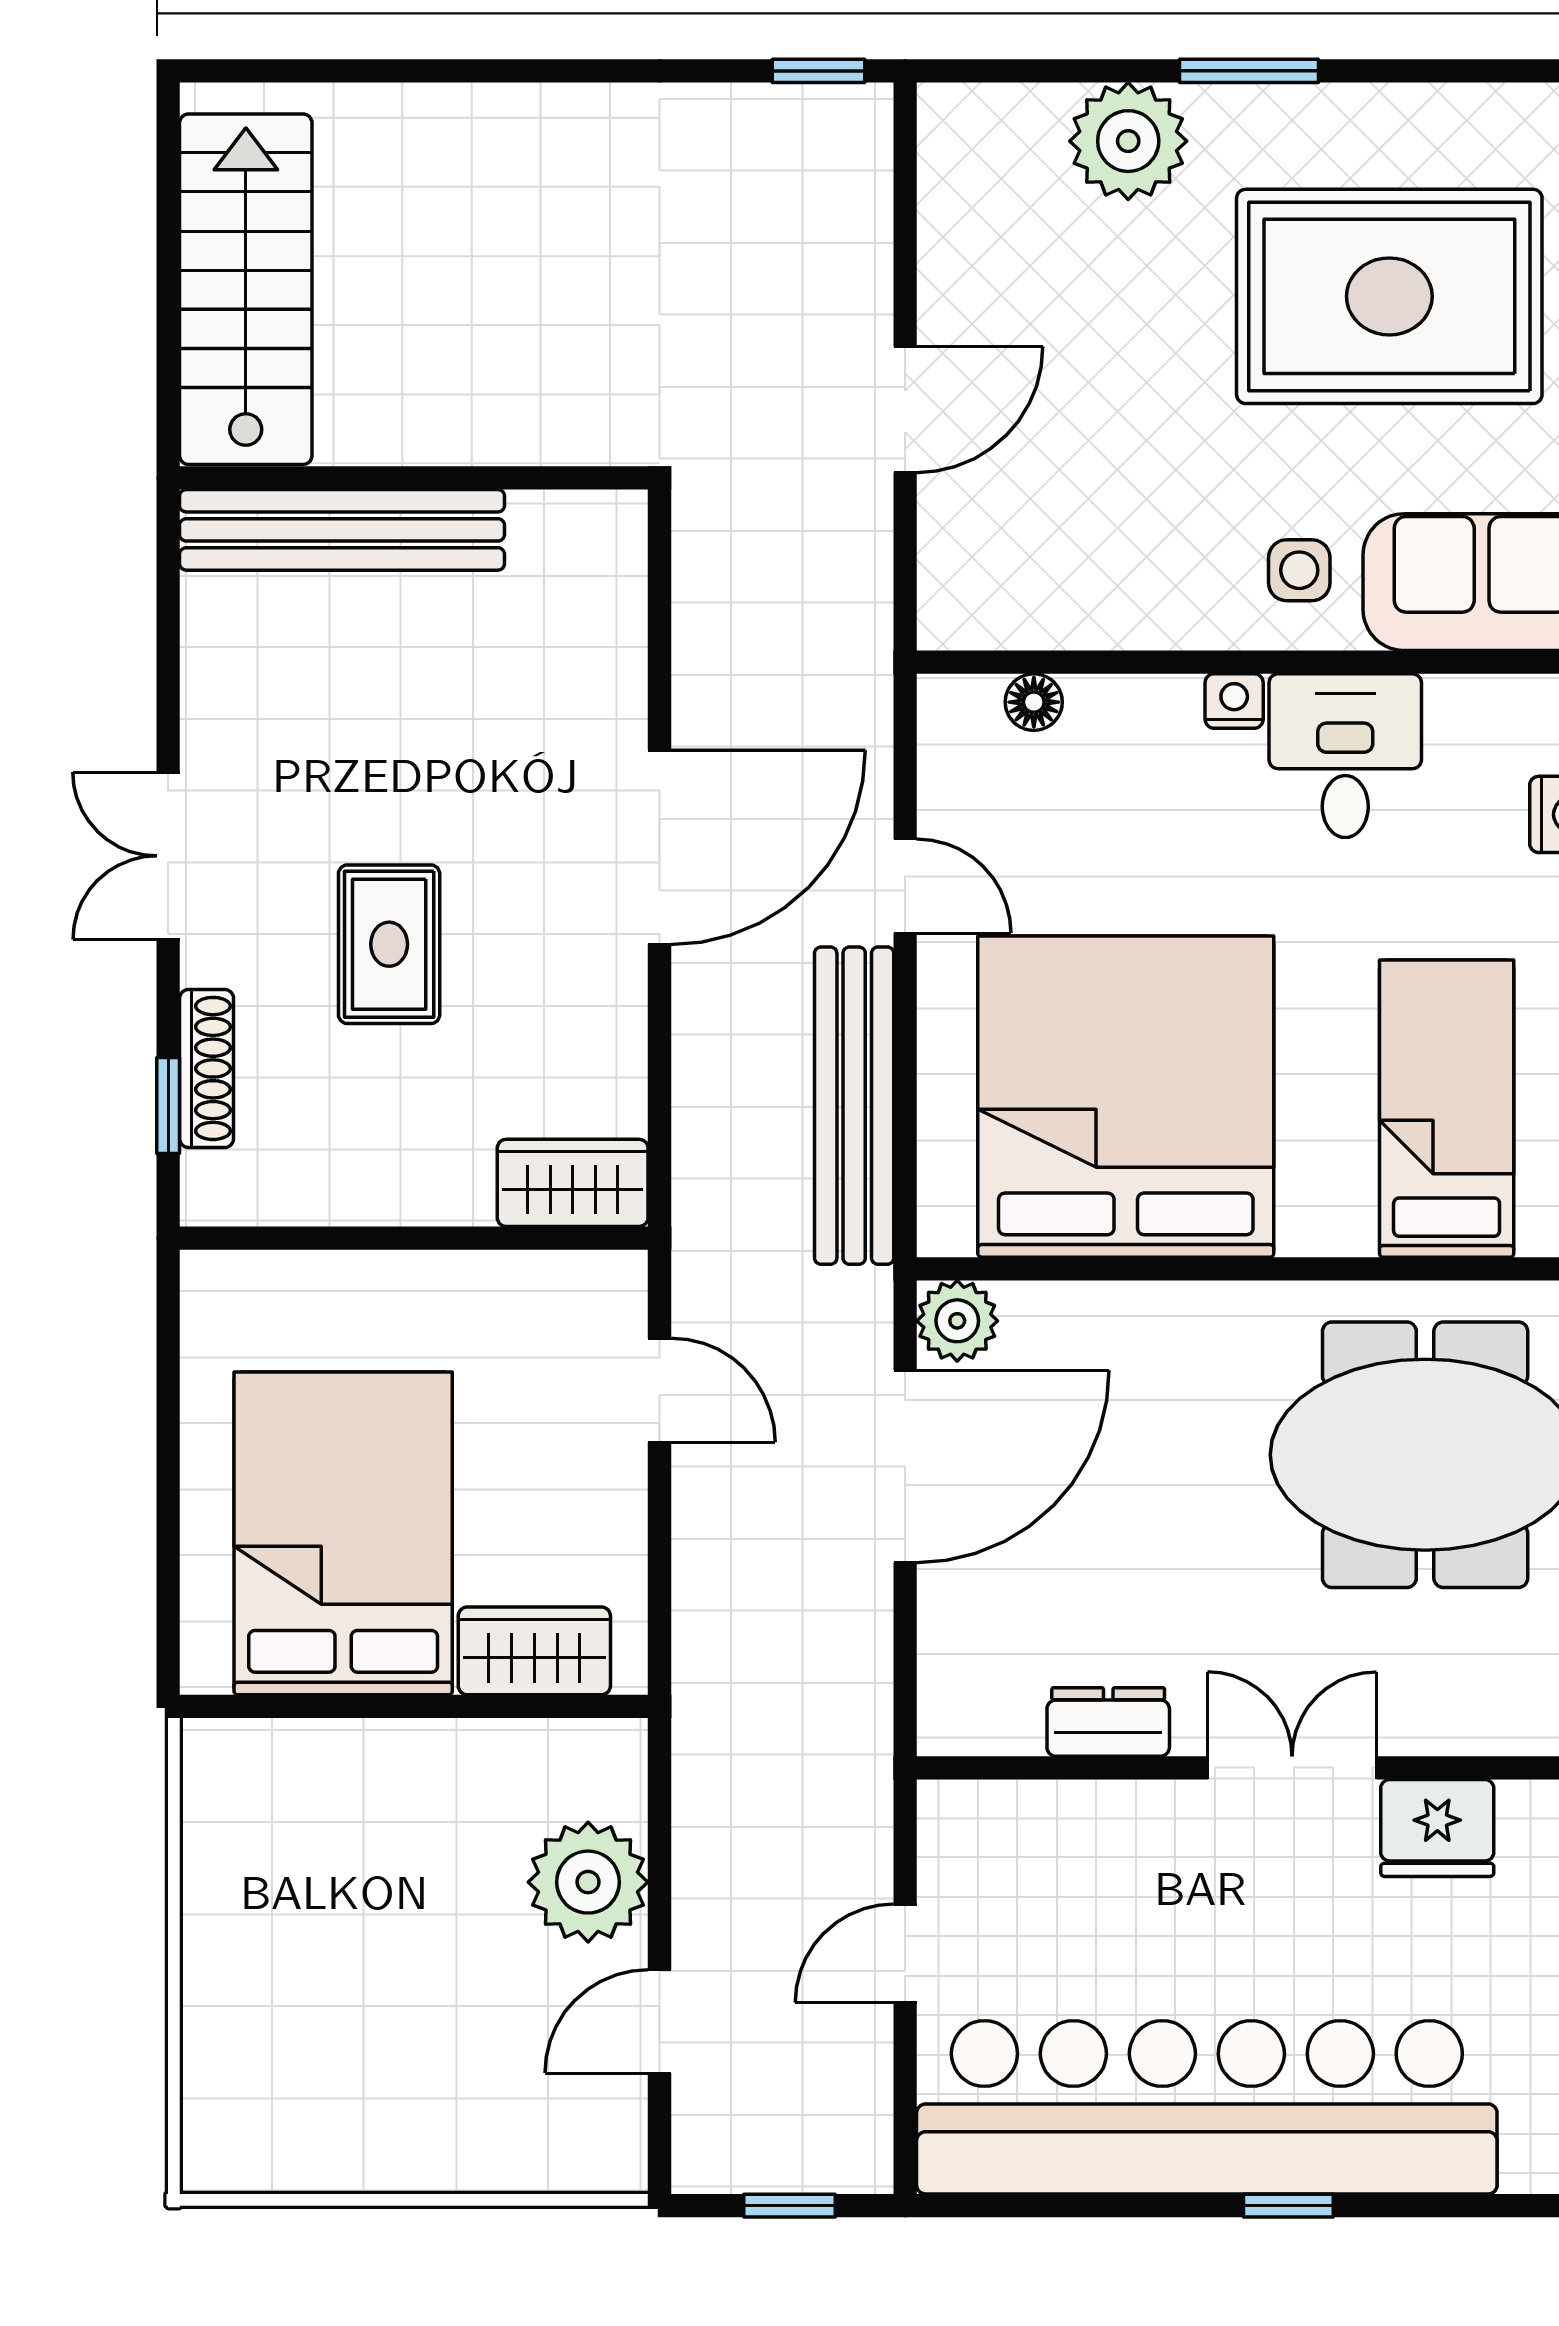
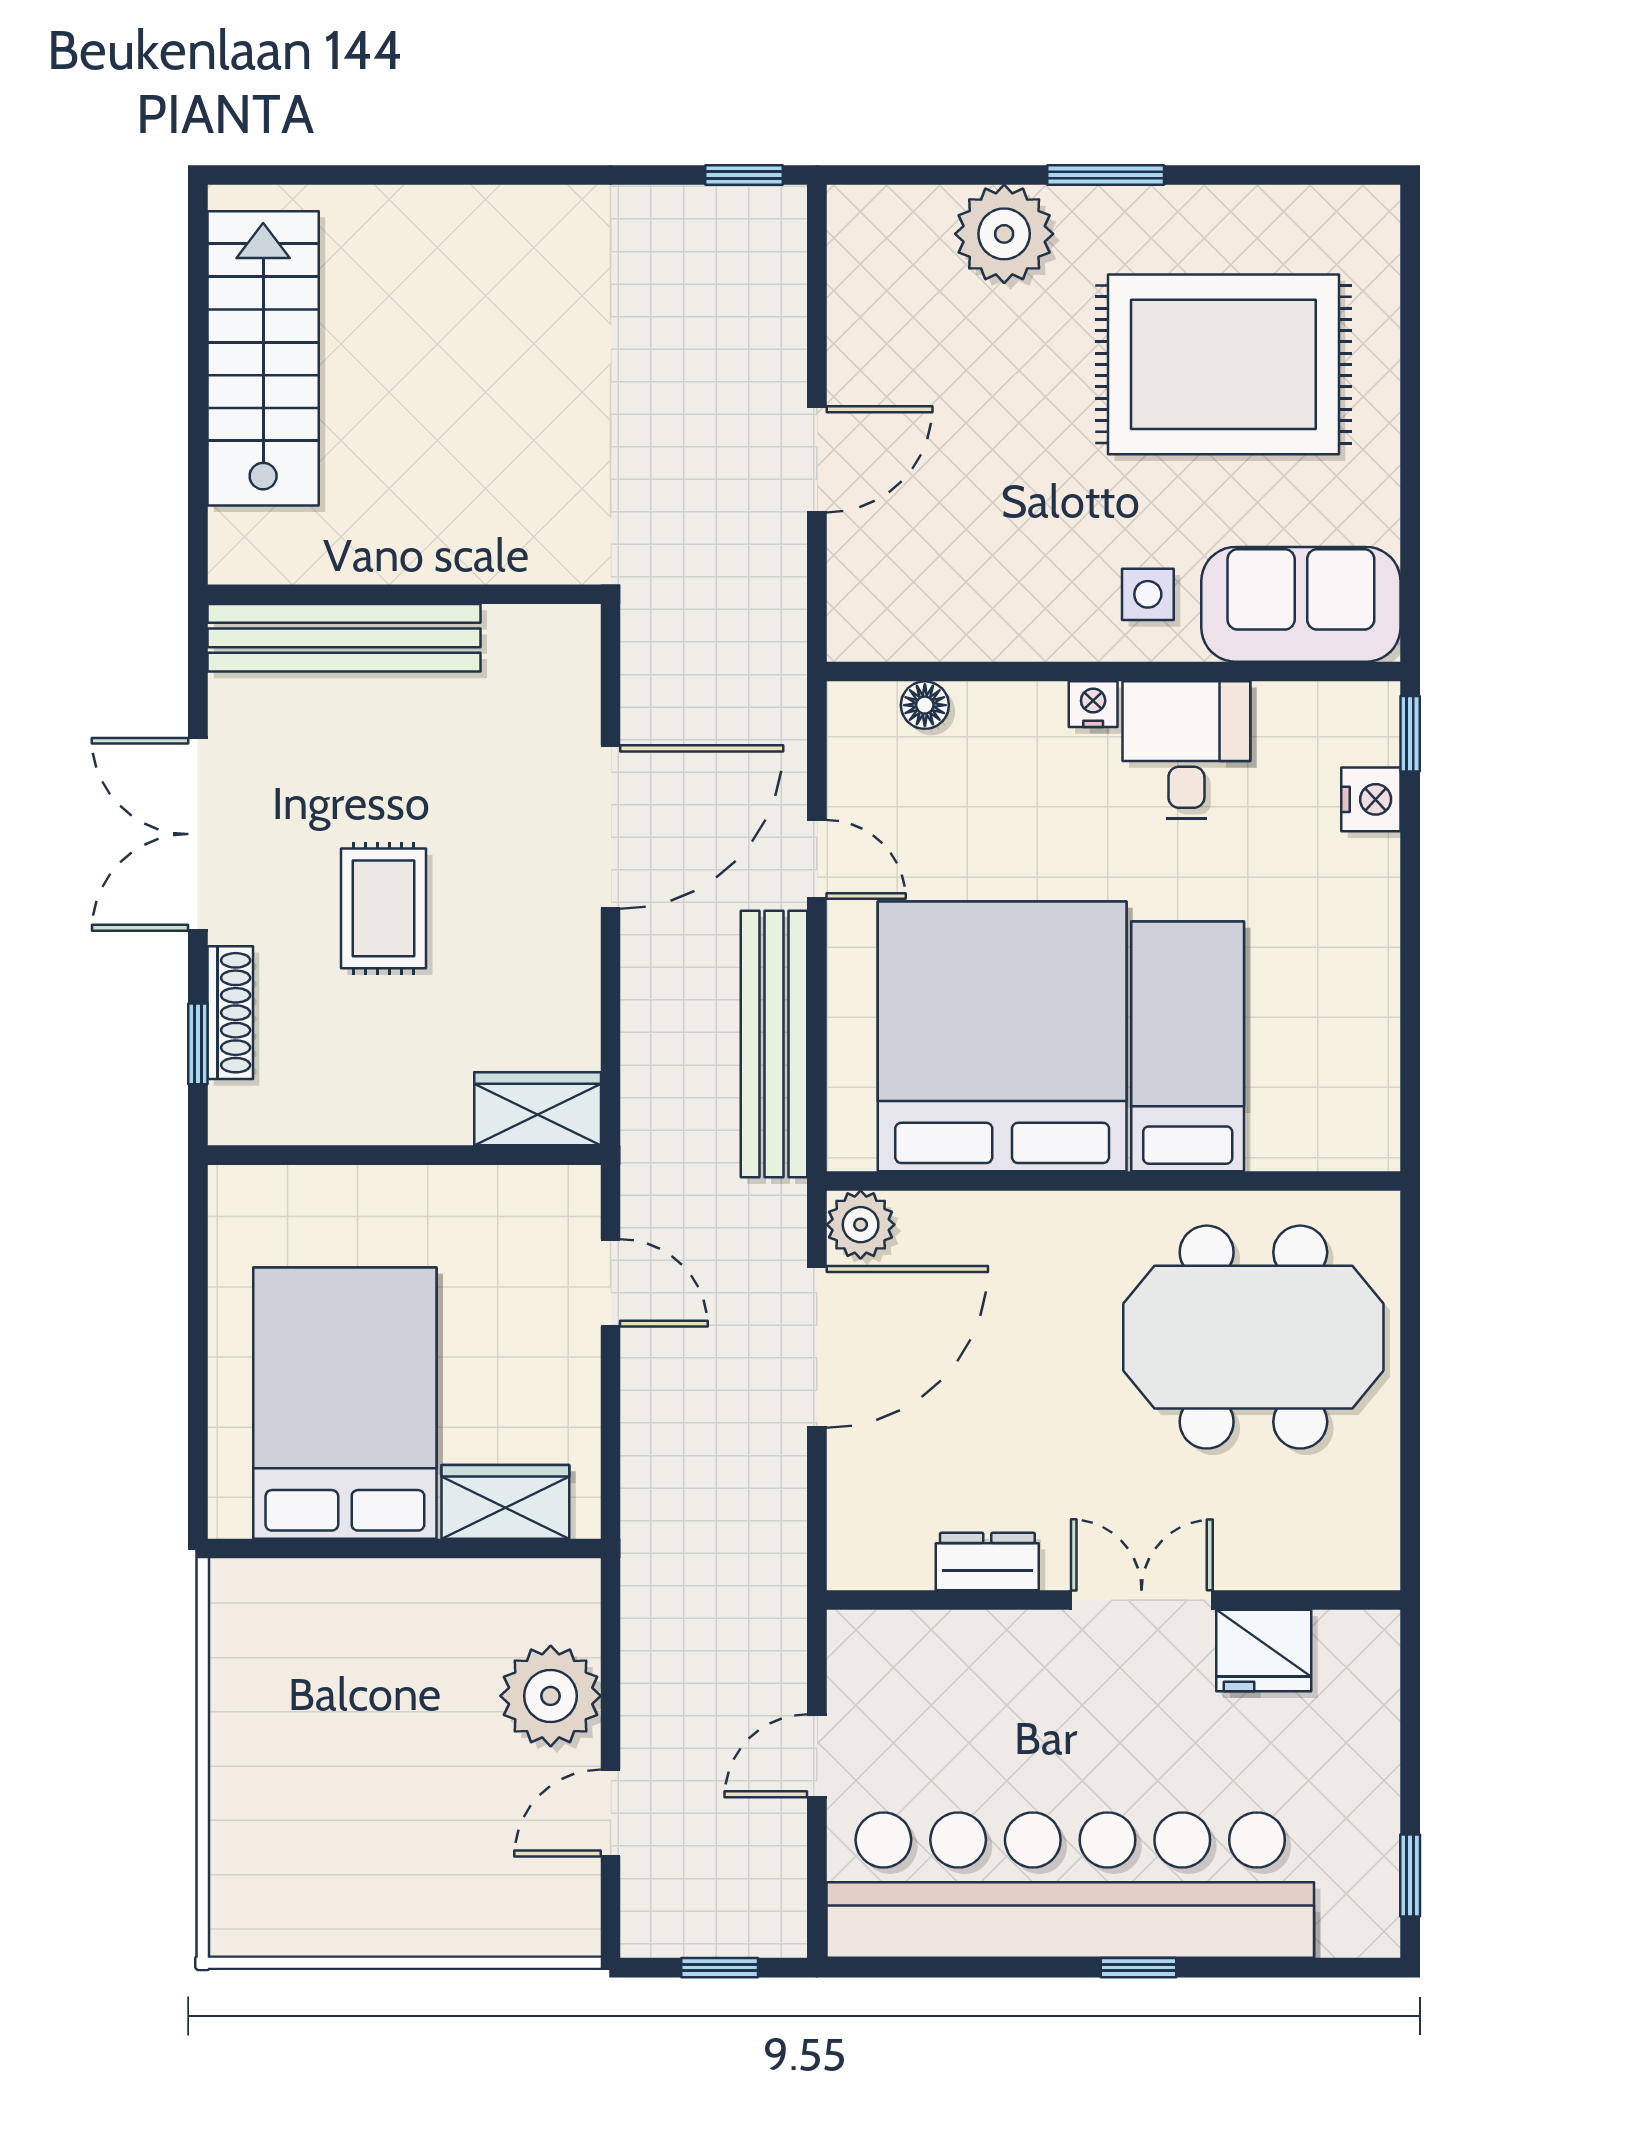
wall: (414, 478) -> (404, 594), moved
bench: (342, 530) -> (344, 638), moved
double door: (168, 856) -> (198, 834), width x1.37
bed: (1447, 1109) -> (1188, 1046), moved

